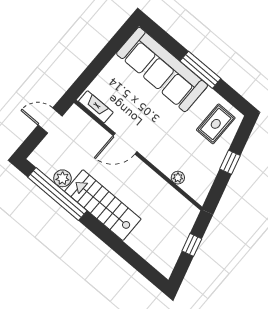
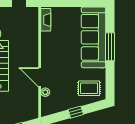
window: (200, 70) -> (110, 47), moved
door: (125, 144) -> (40, 77), moved

